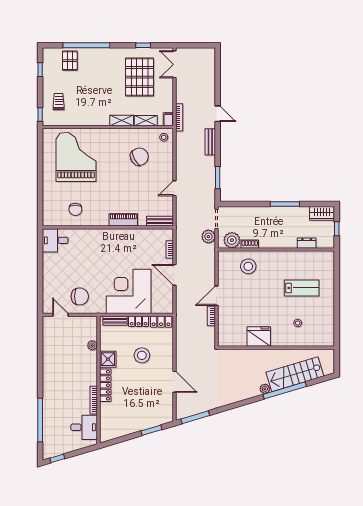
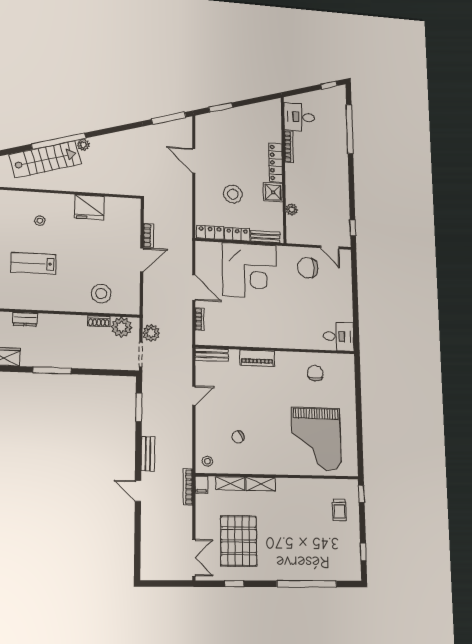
pallet: (70, 61) -> (327, 563), removed
chair: (139, 157) -> (238, 437), width x0.54, depth x0.54
window: (40, 333) -> (353, 228), added

